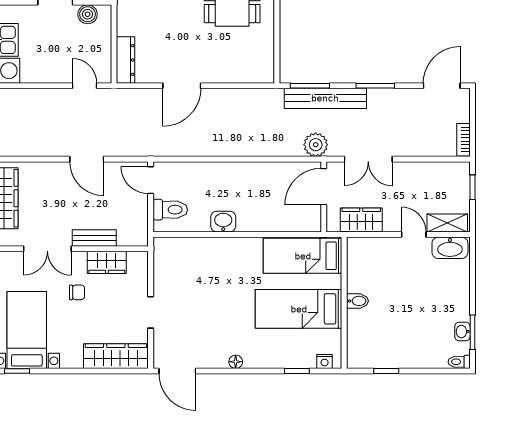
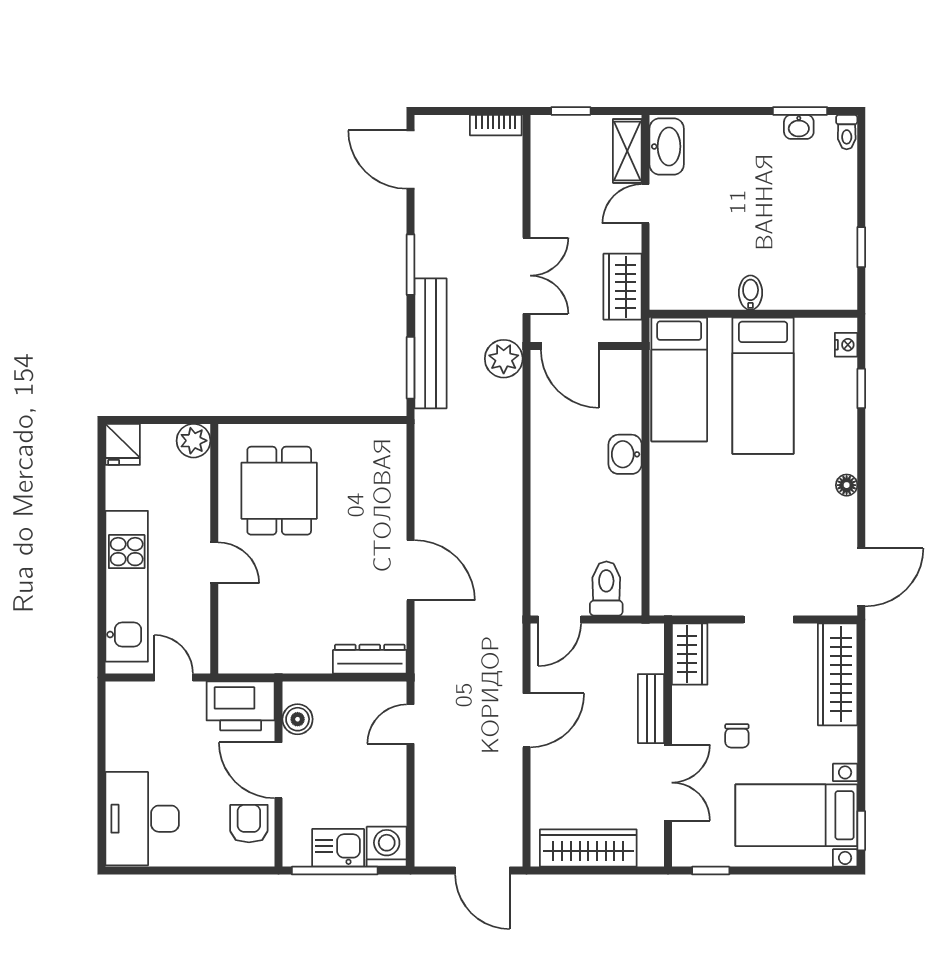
washbasin: (223, 222) -> (625, 454), moved
wardrobe: (107, 262) -> (690, 654), moved
chair: (77, 292) -> (737, 736), turned 180

